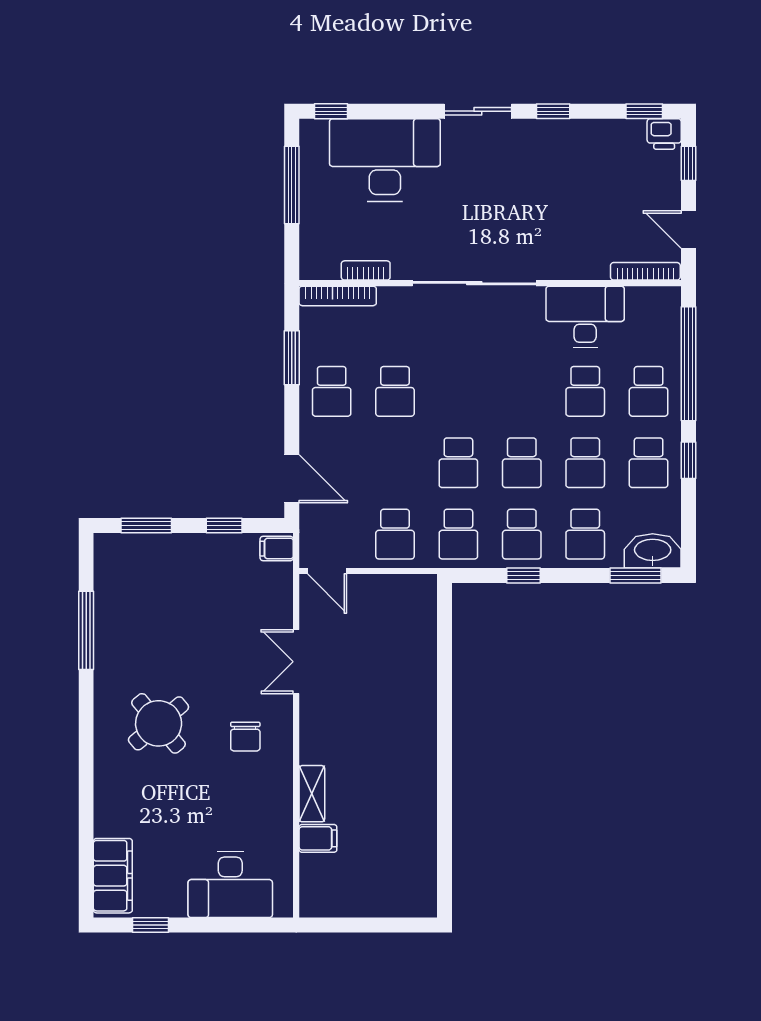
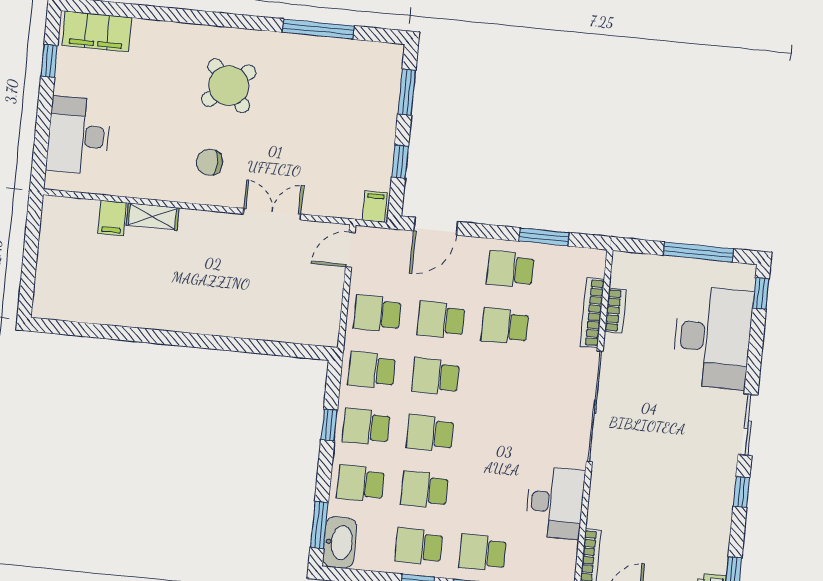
bookcase: (338, 296) -> (592, 313), moved
school desk: (585, 391) -> (441, 320), moved

